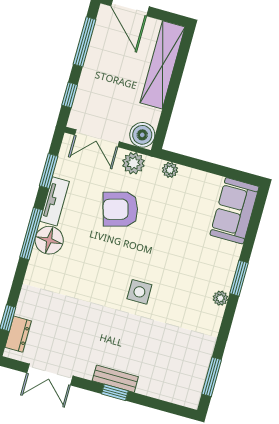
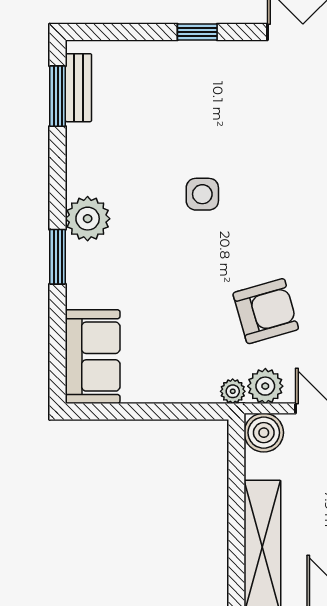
plant: (170, 170) -> (233, 391), moved
plant: (220, 298) -> (88, 219), width x1.87, depth x1.87
bench: (115, 379) -> (78, 88), moved, turned 90

